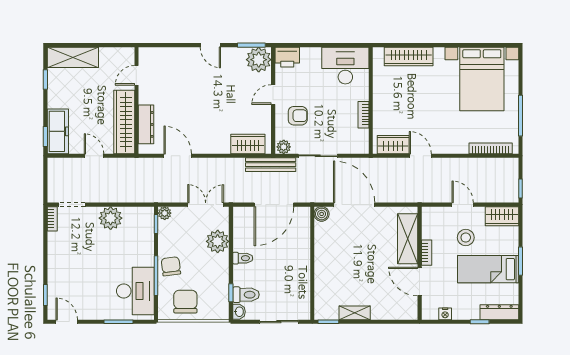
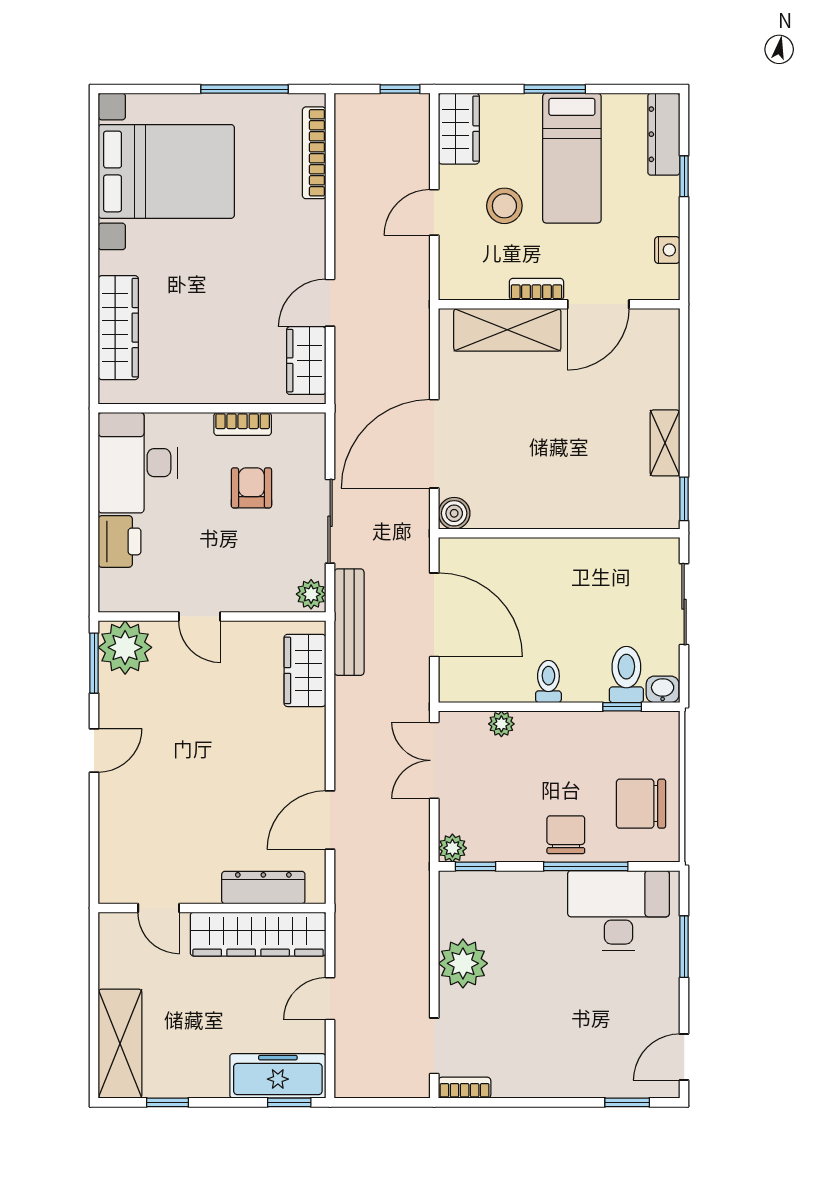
printer: (287, 57) -> (120, 541), moved
armchair: (298, 116) -> (251, 488), moved
plant: (218, 241) -> (501, 724), width x0.53, depth x0.53
chair: (171, 266) -> (566, 835), turned 97

